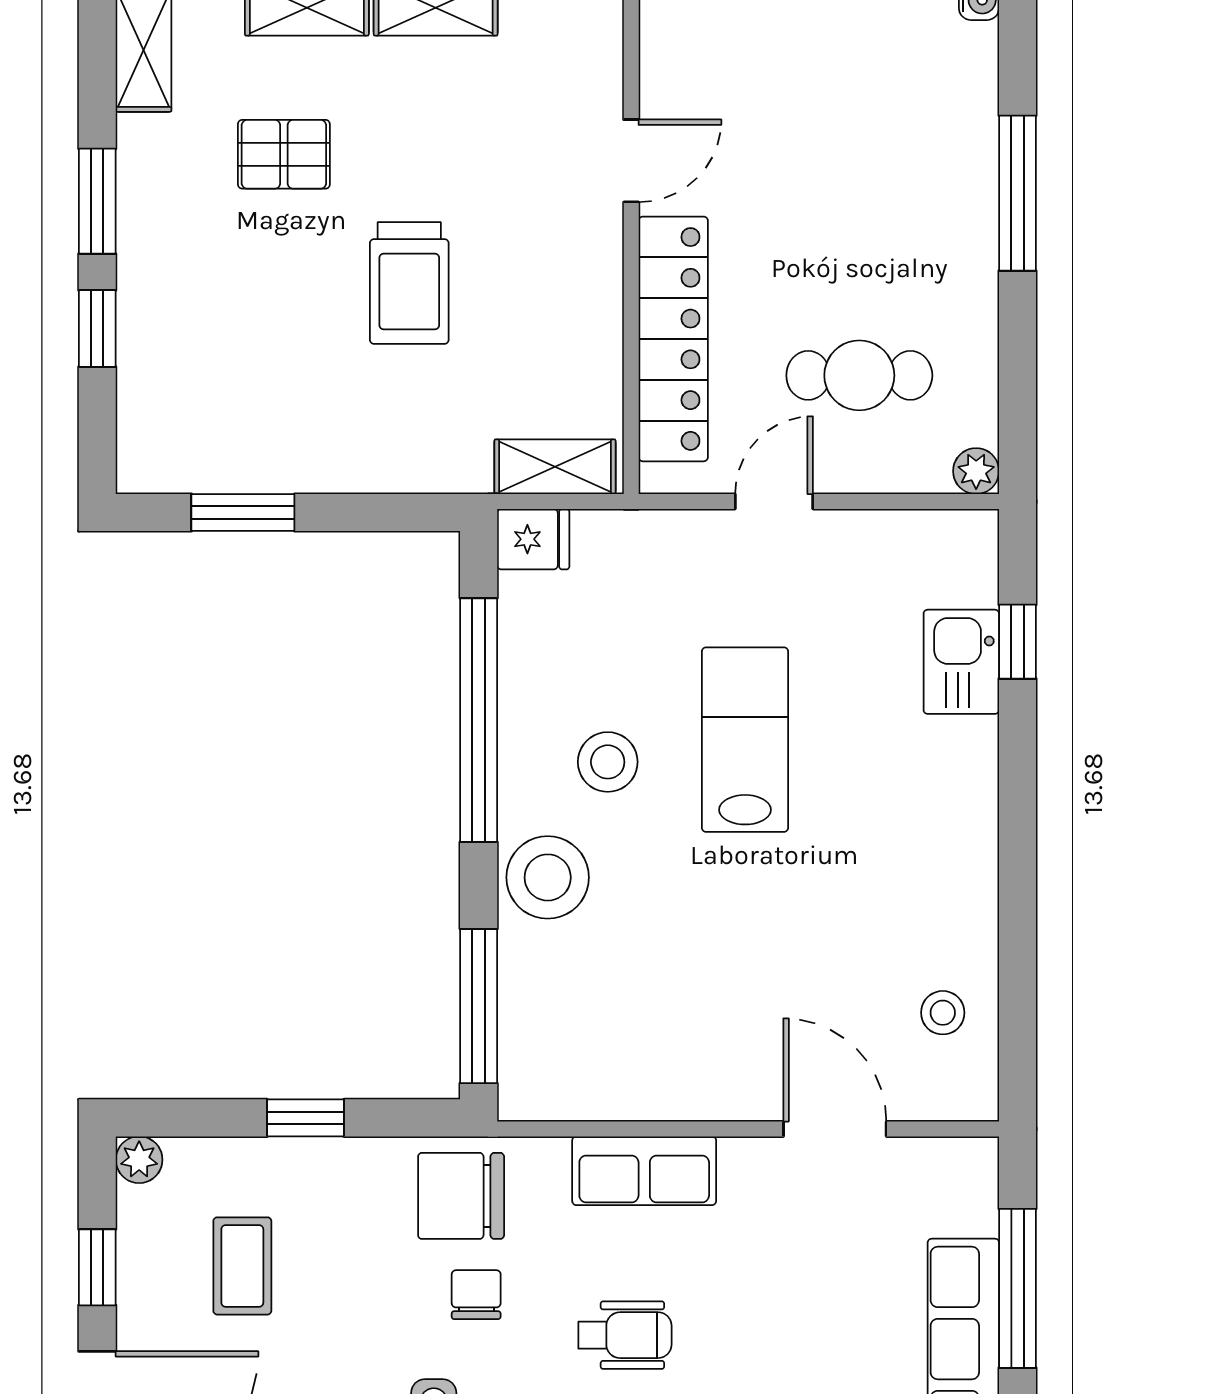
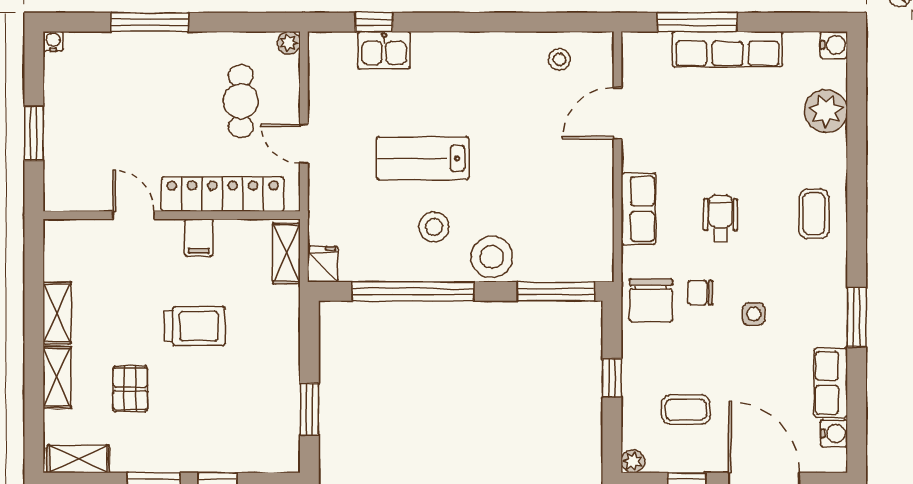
filing cabinet: (586, 291) -> (199, 238), added

